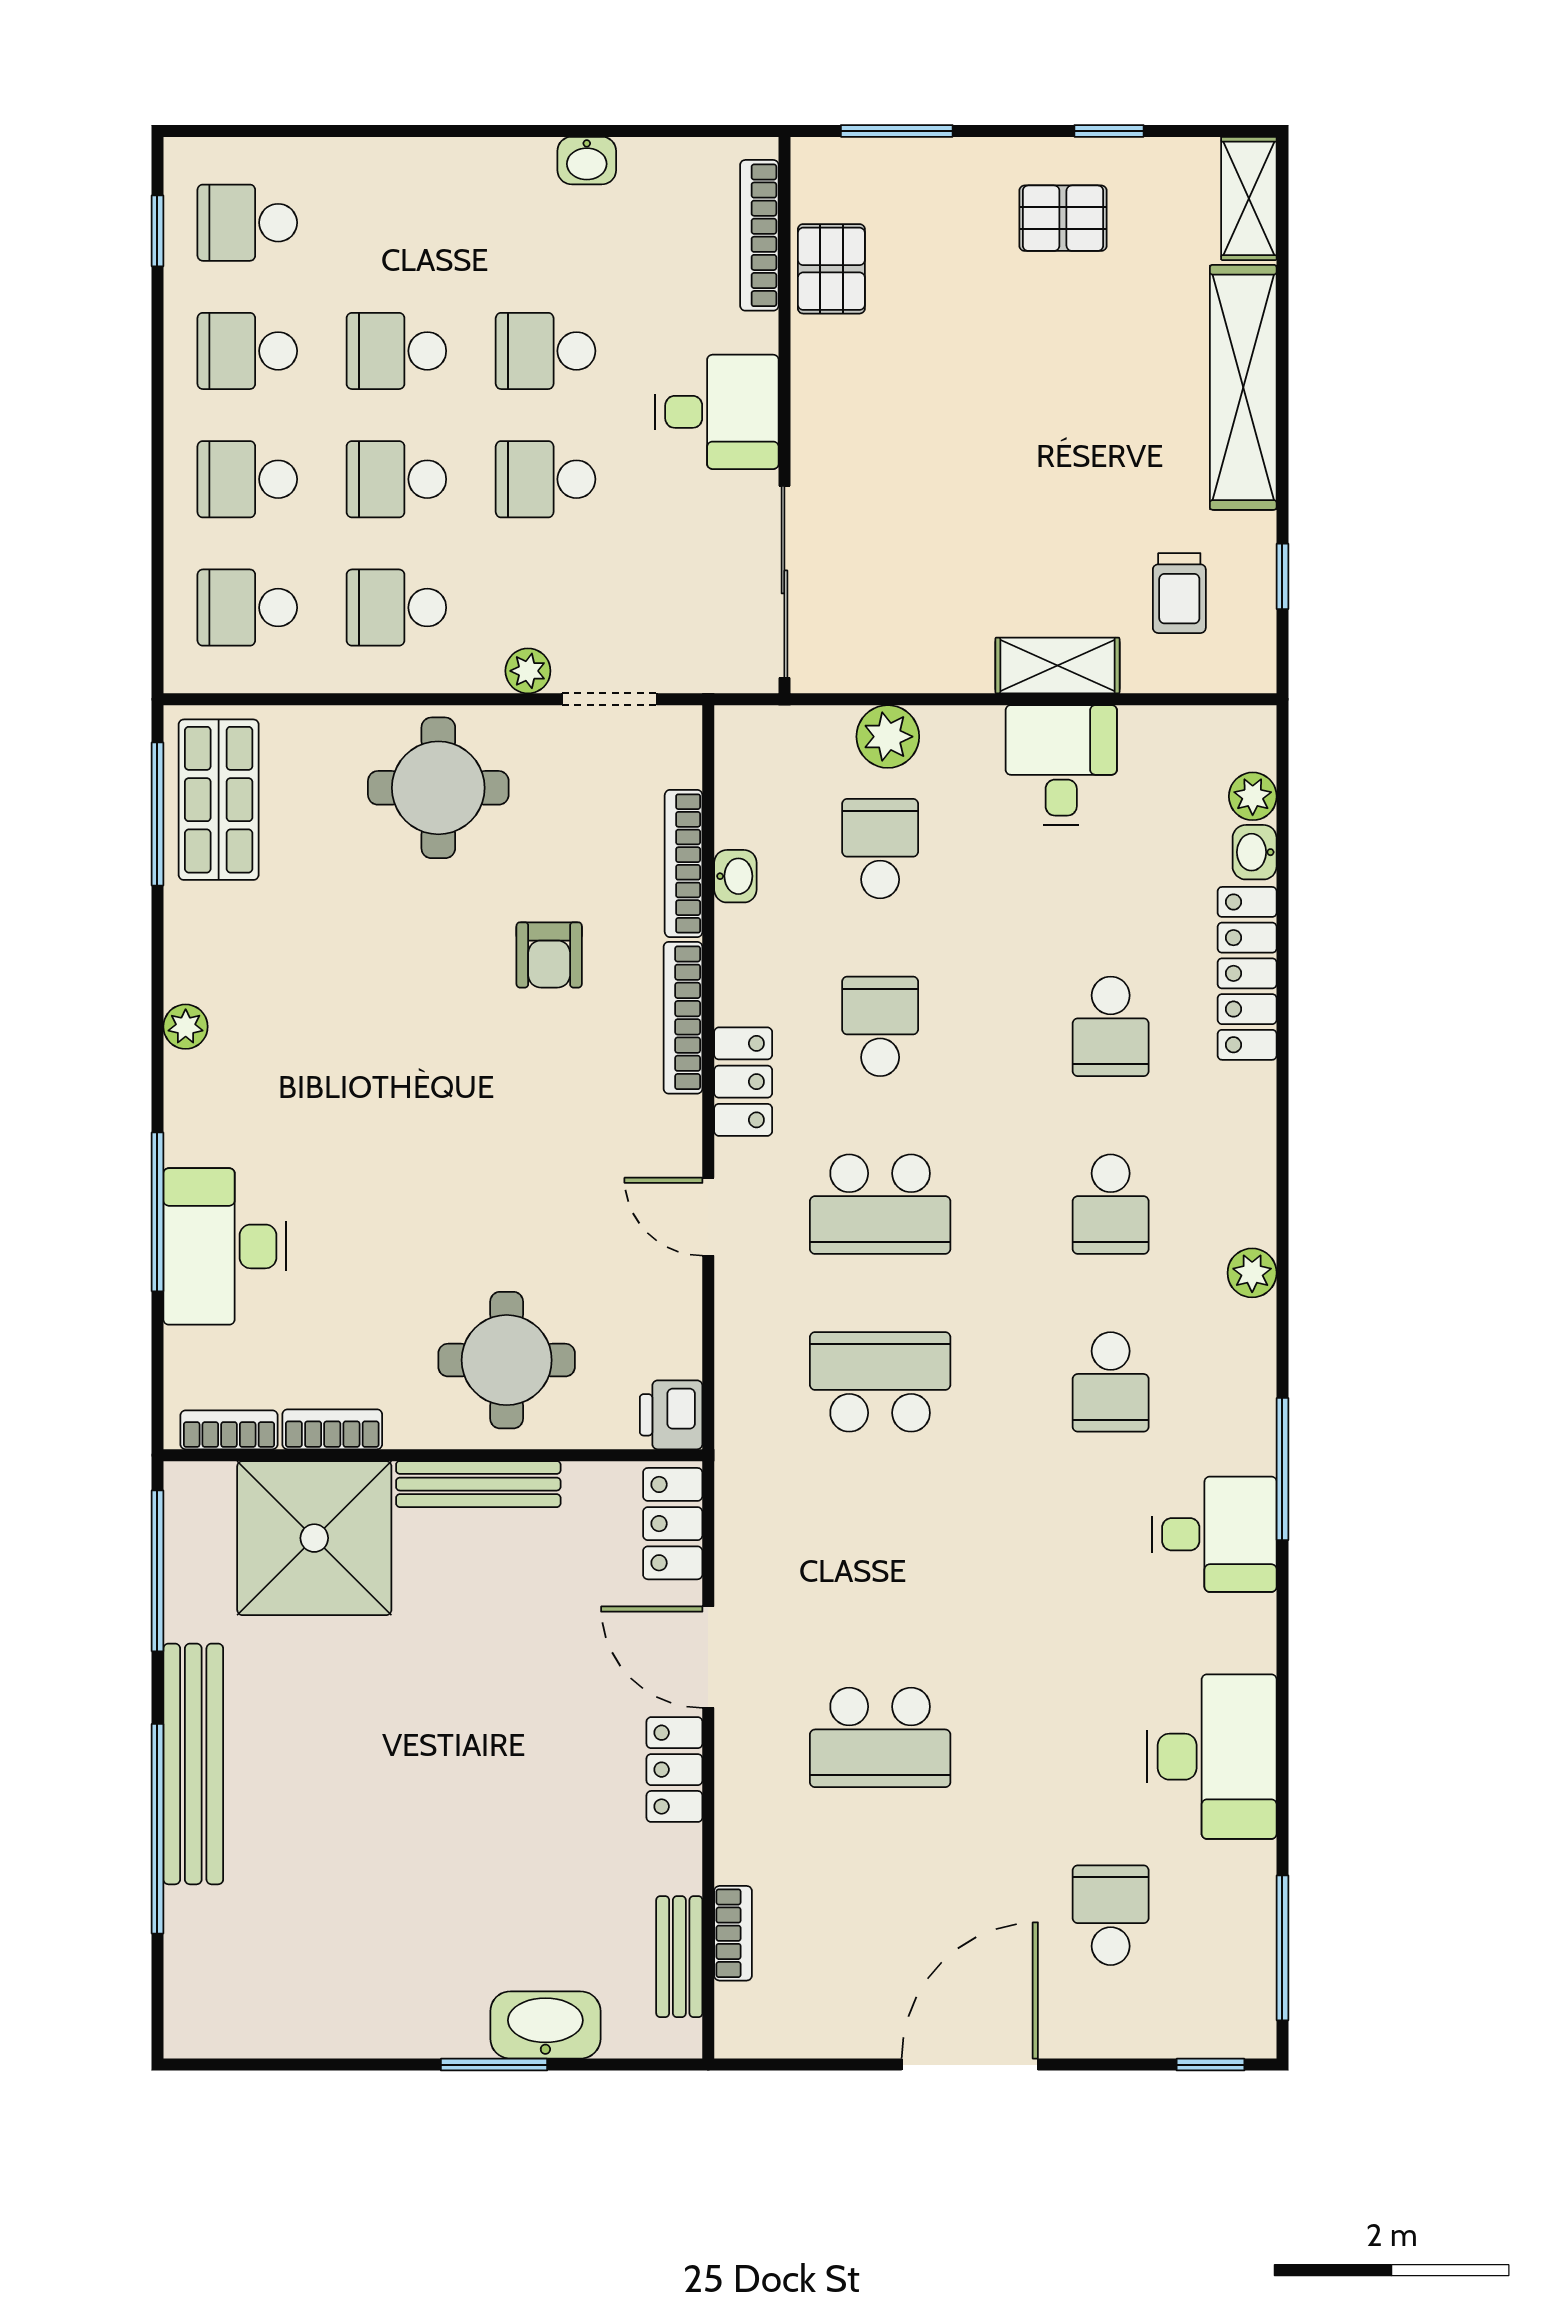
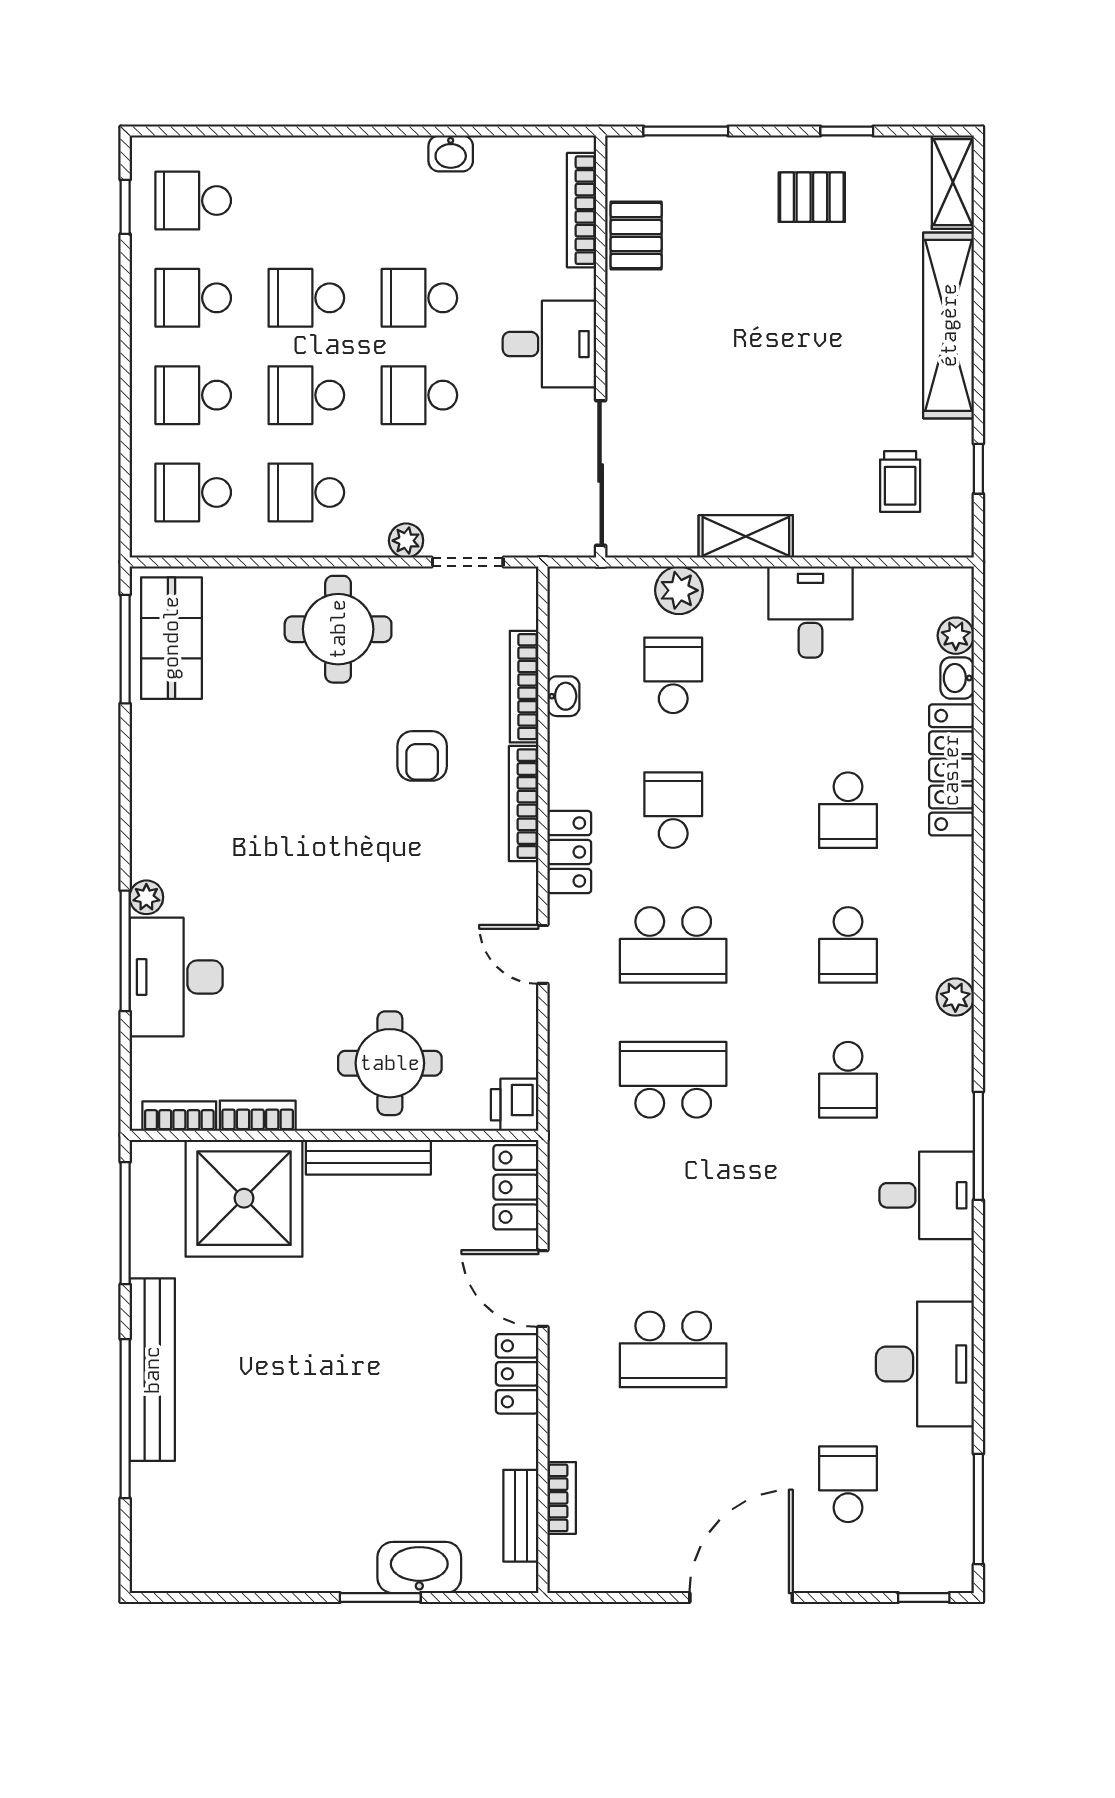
shelving: (1057, 665) -> (746, 536), moved
plant: (186, 1027) -> (146, 897), moved

